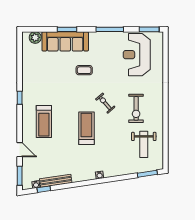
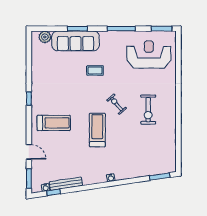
reception desk: (137, 55) -> (149, 55), turned 90
treadmill: (44, 121) -> (54, 123), turned -90
weight bench: (144, 144) -> (156, 146), removed

